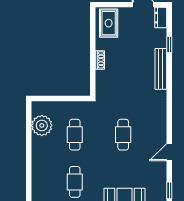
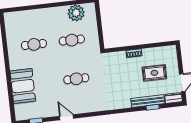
rug: (109, 23) -> (154, 73), moved
bench: (161, 69) -> (148, 101), moved

